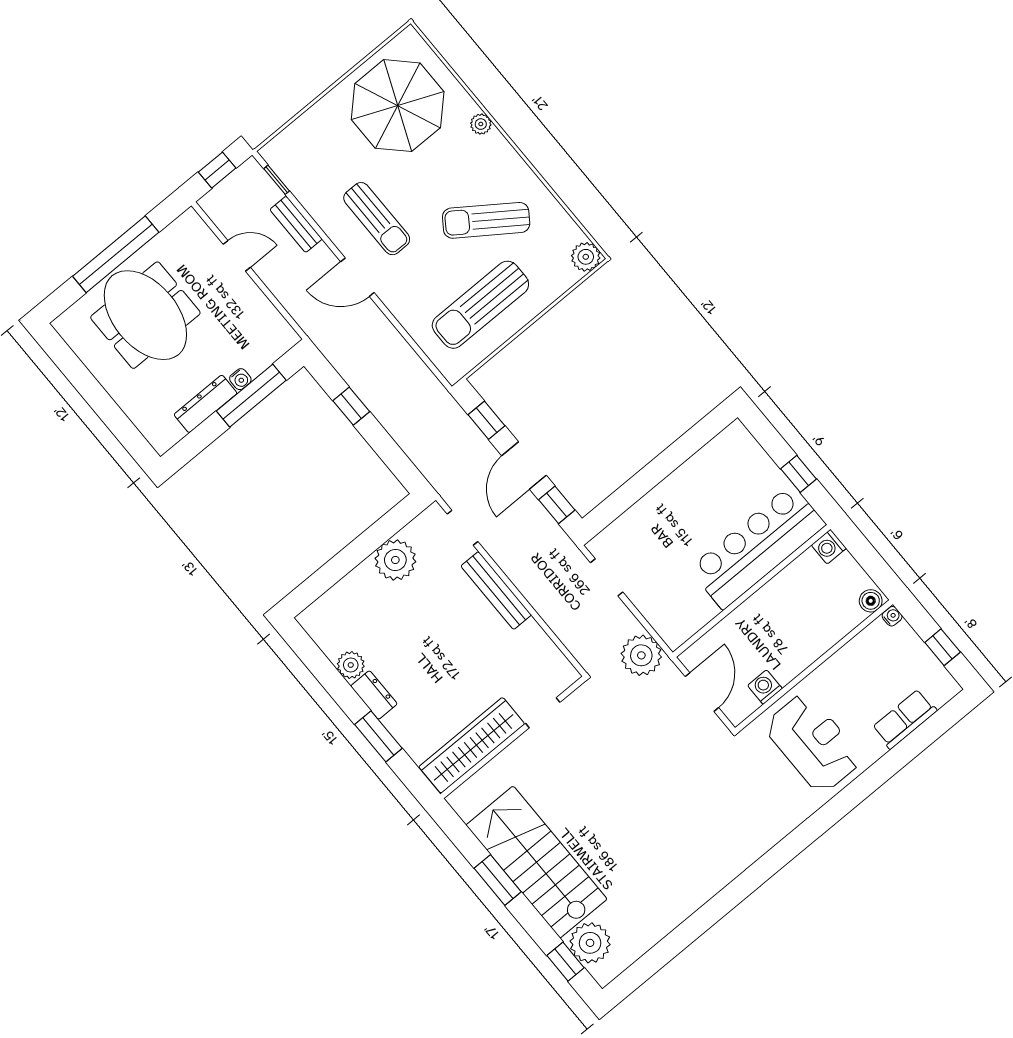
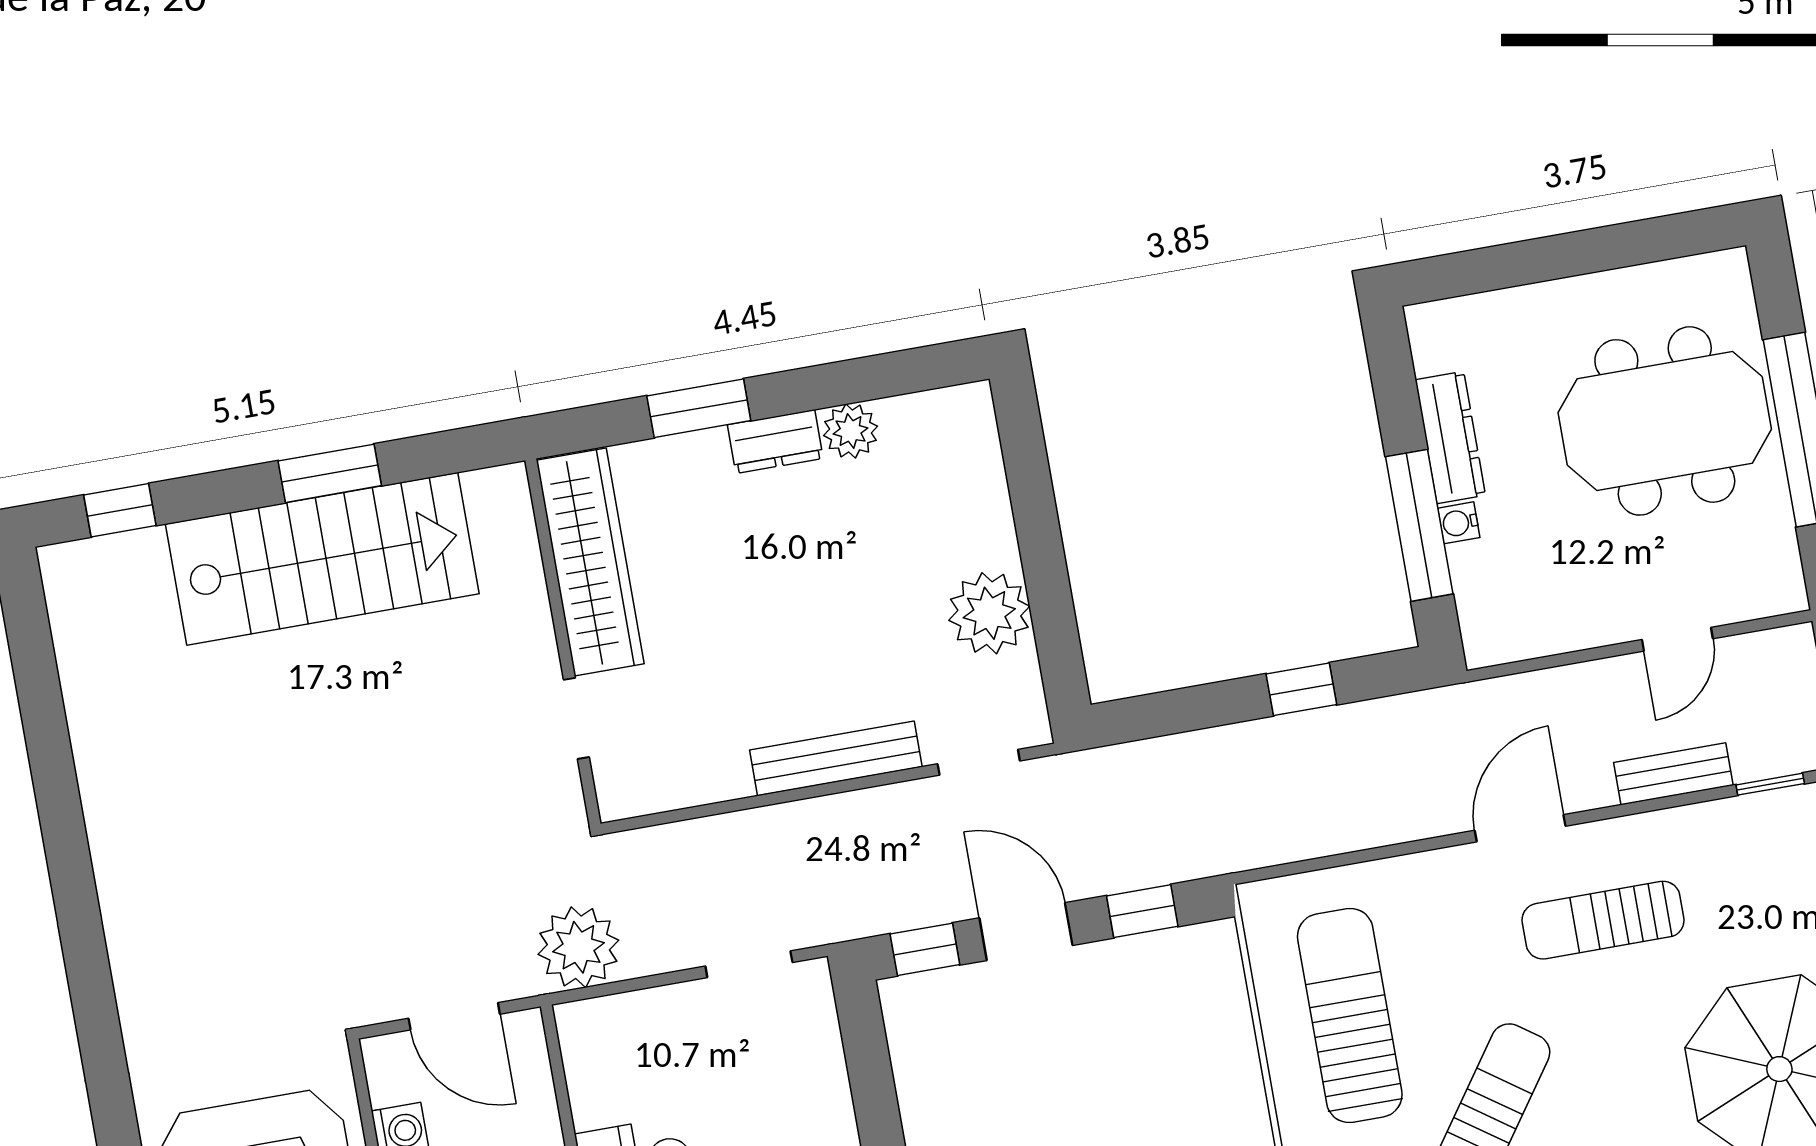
plant: (590, 943) -> (128, 572), removed

